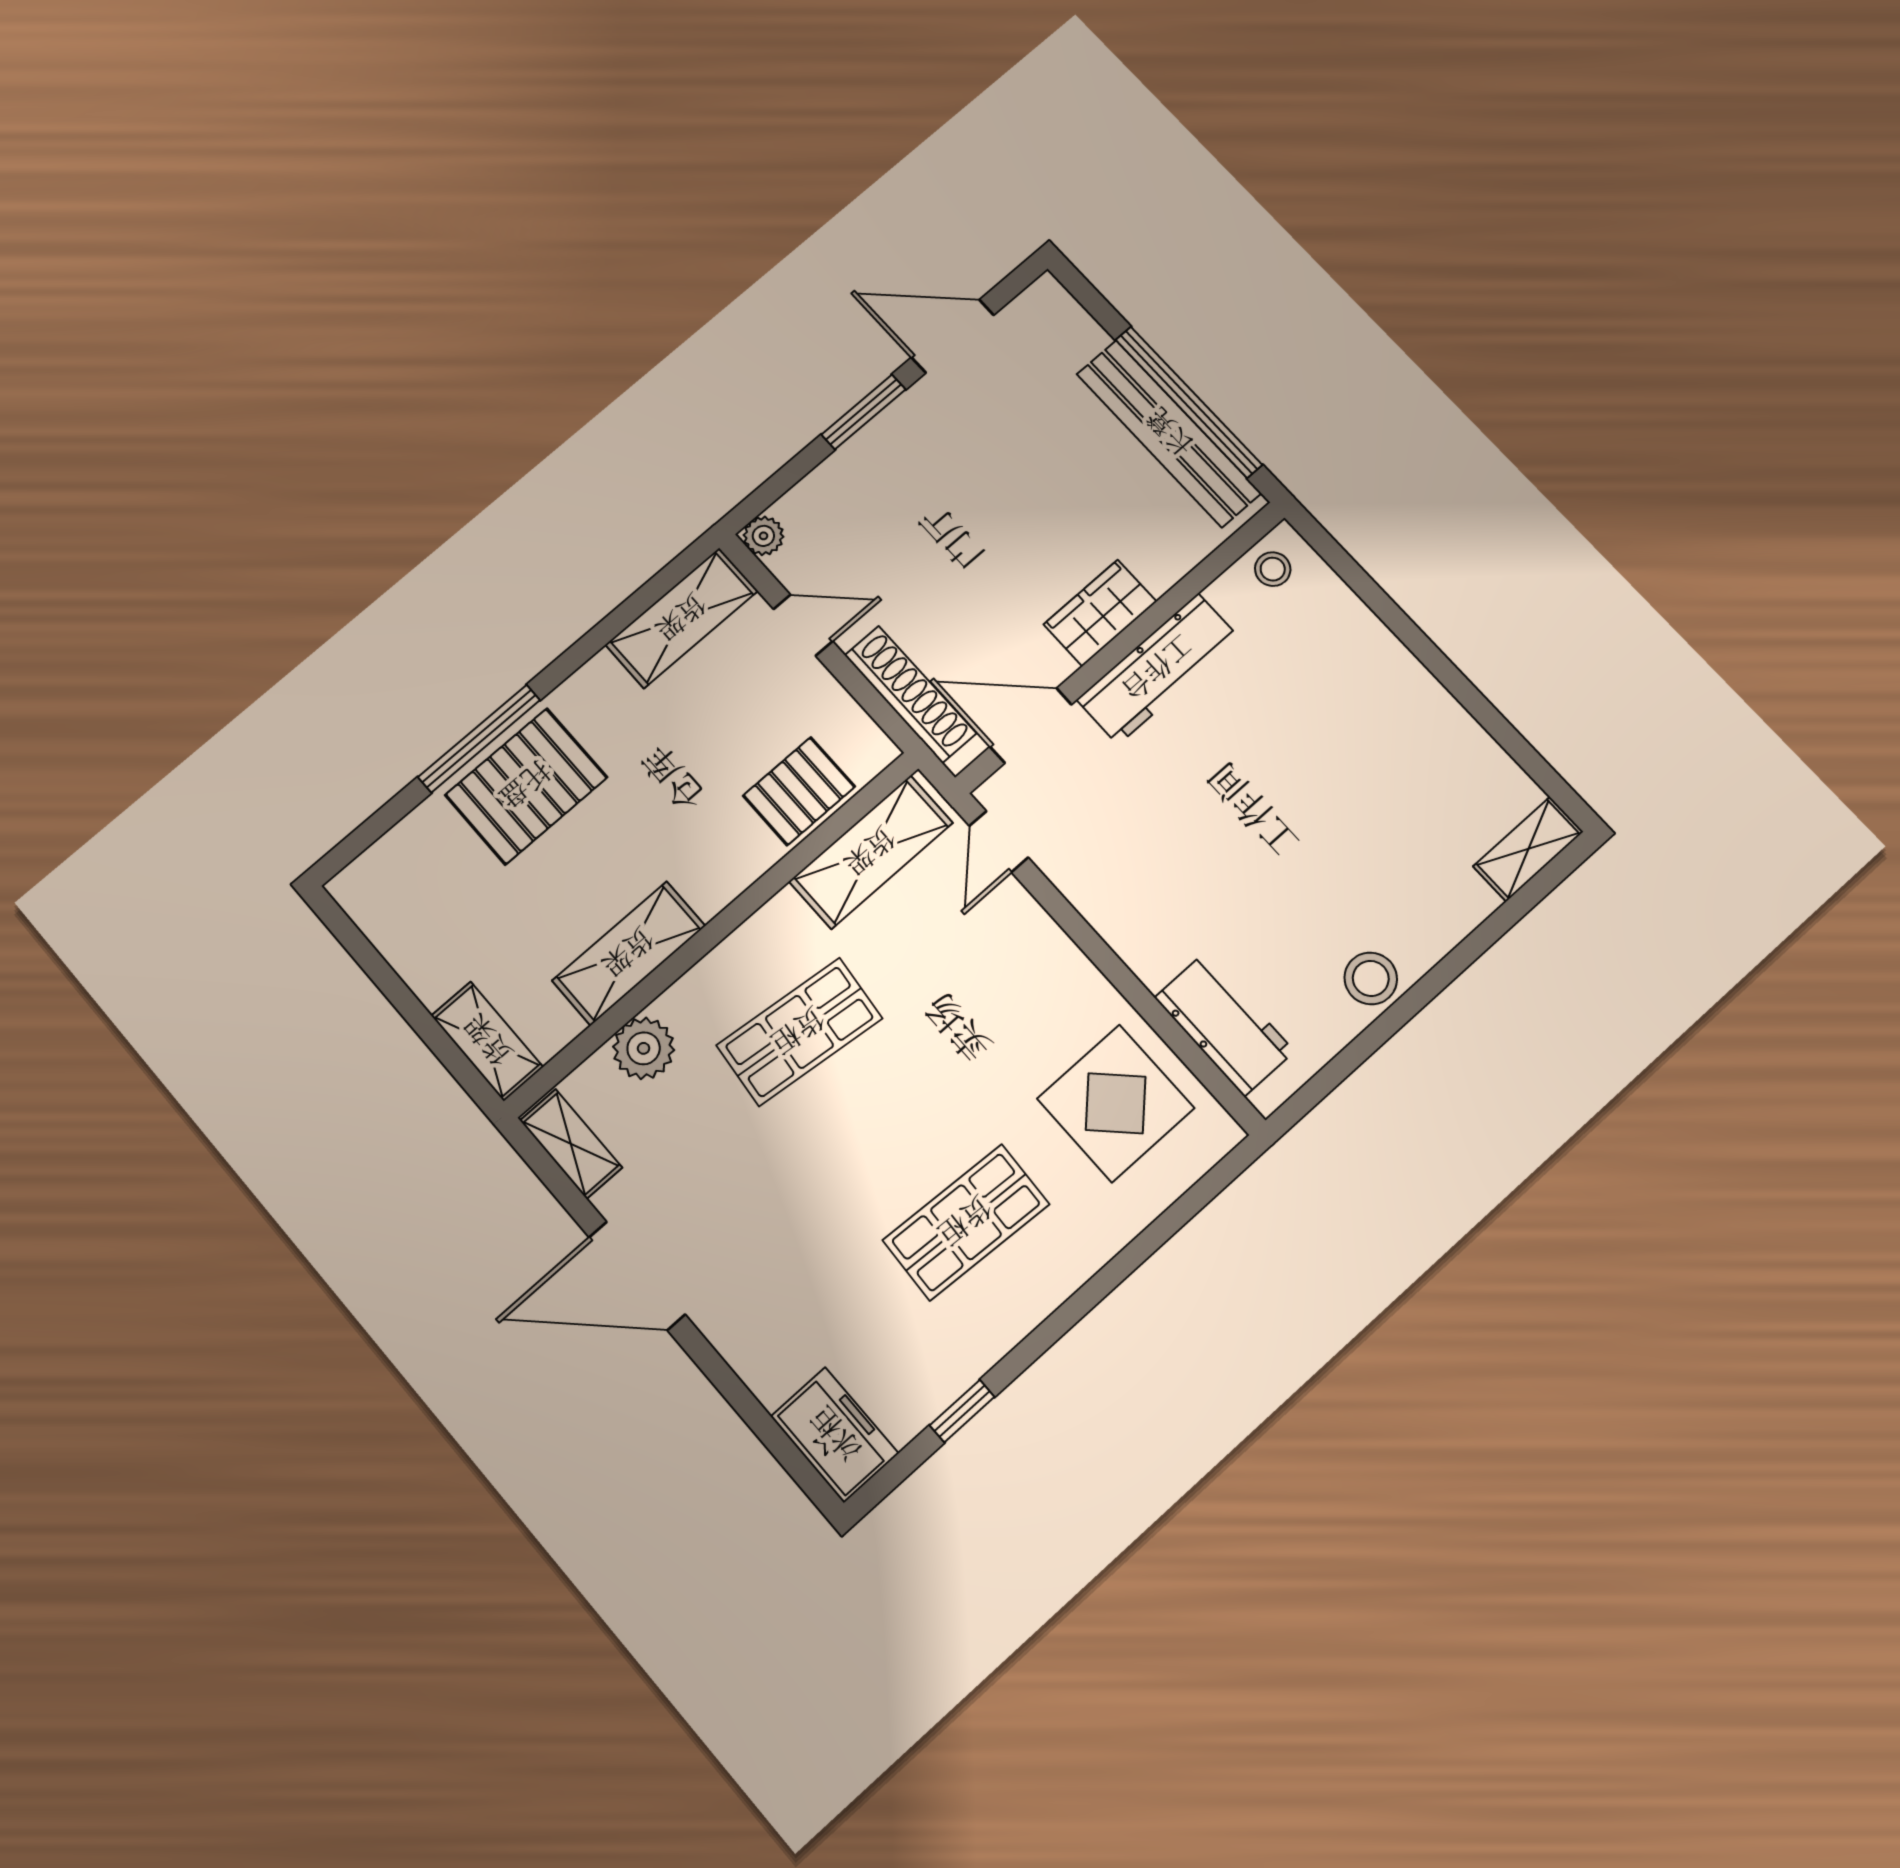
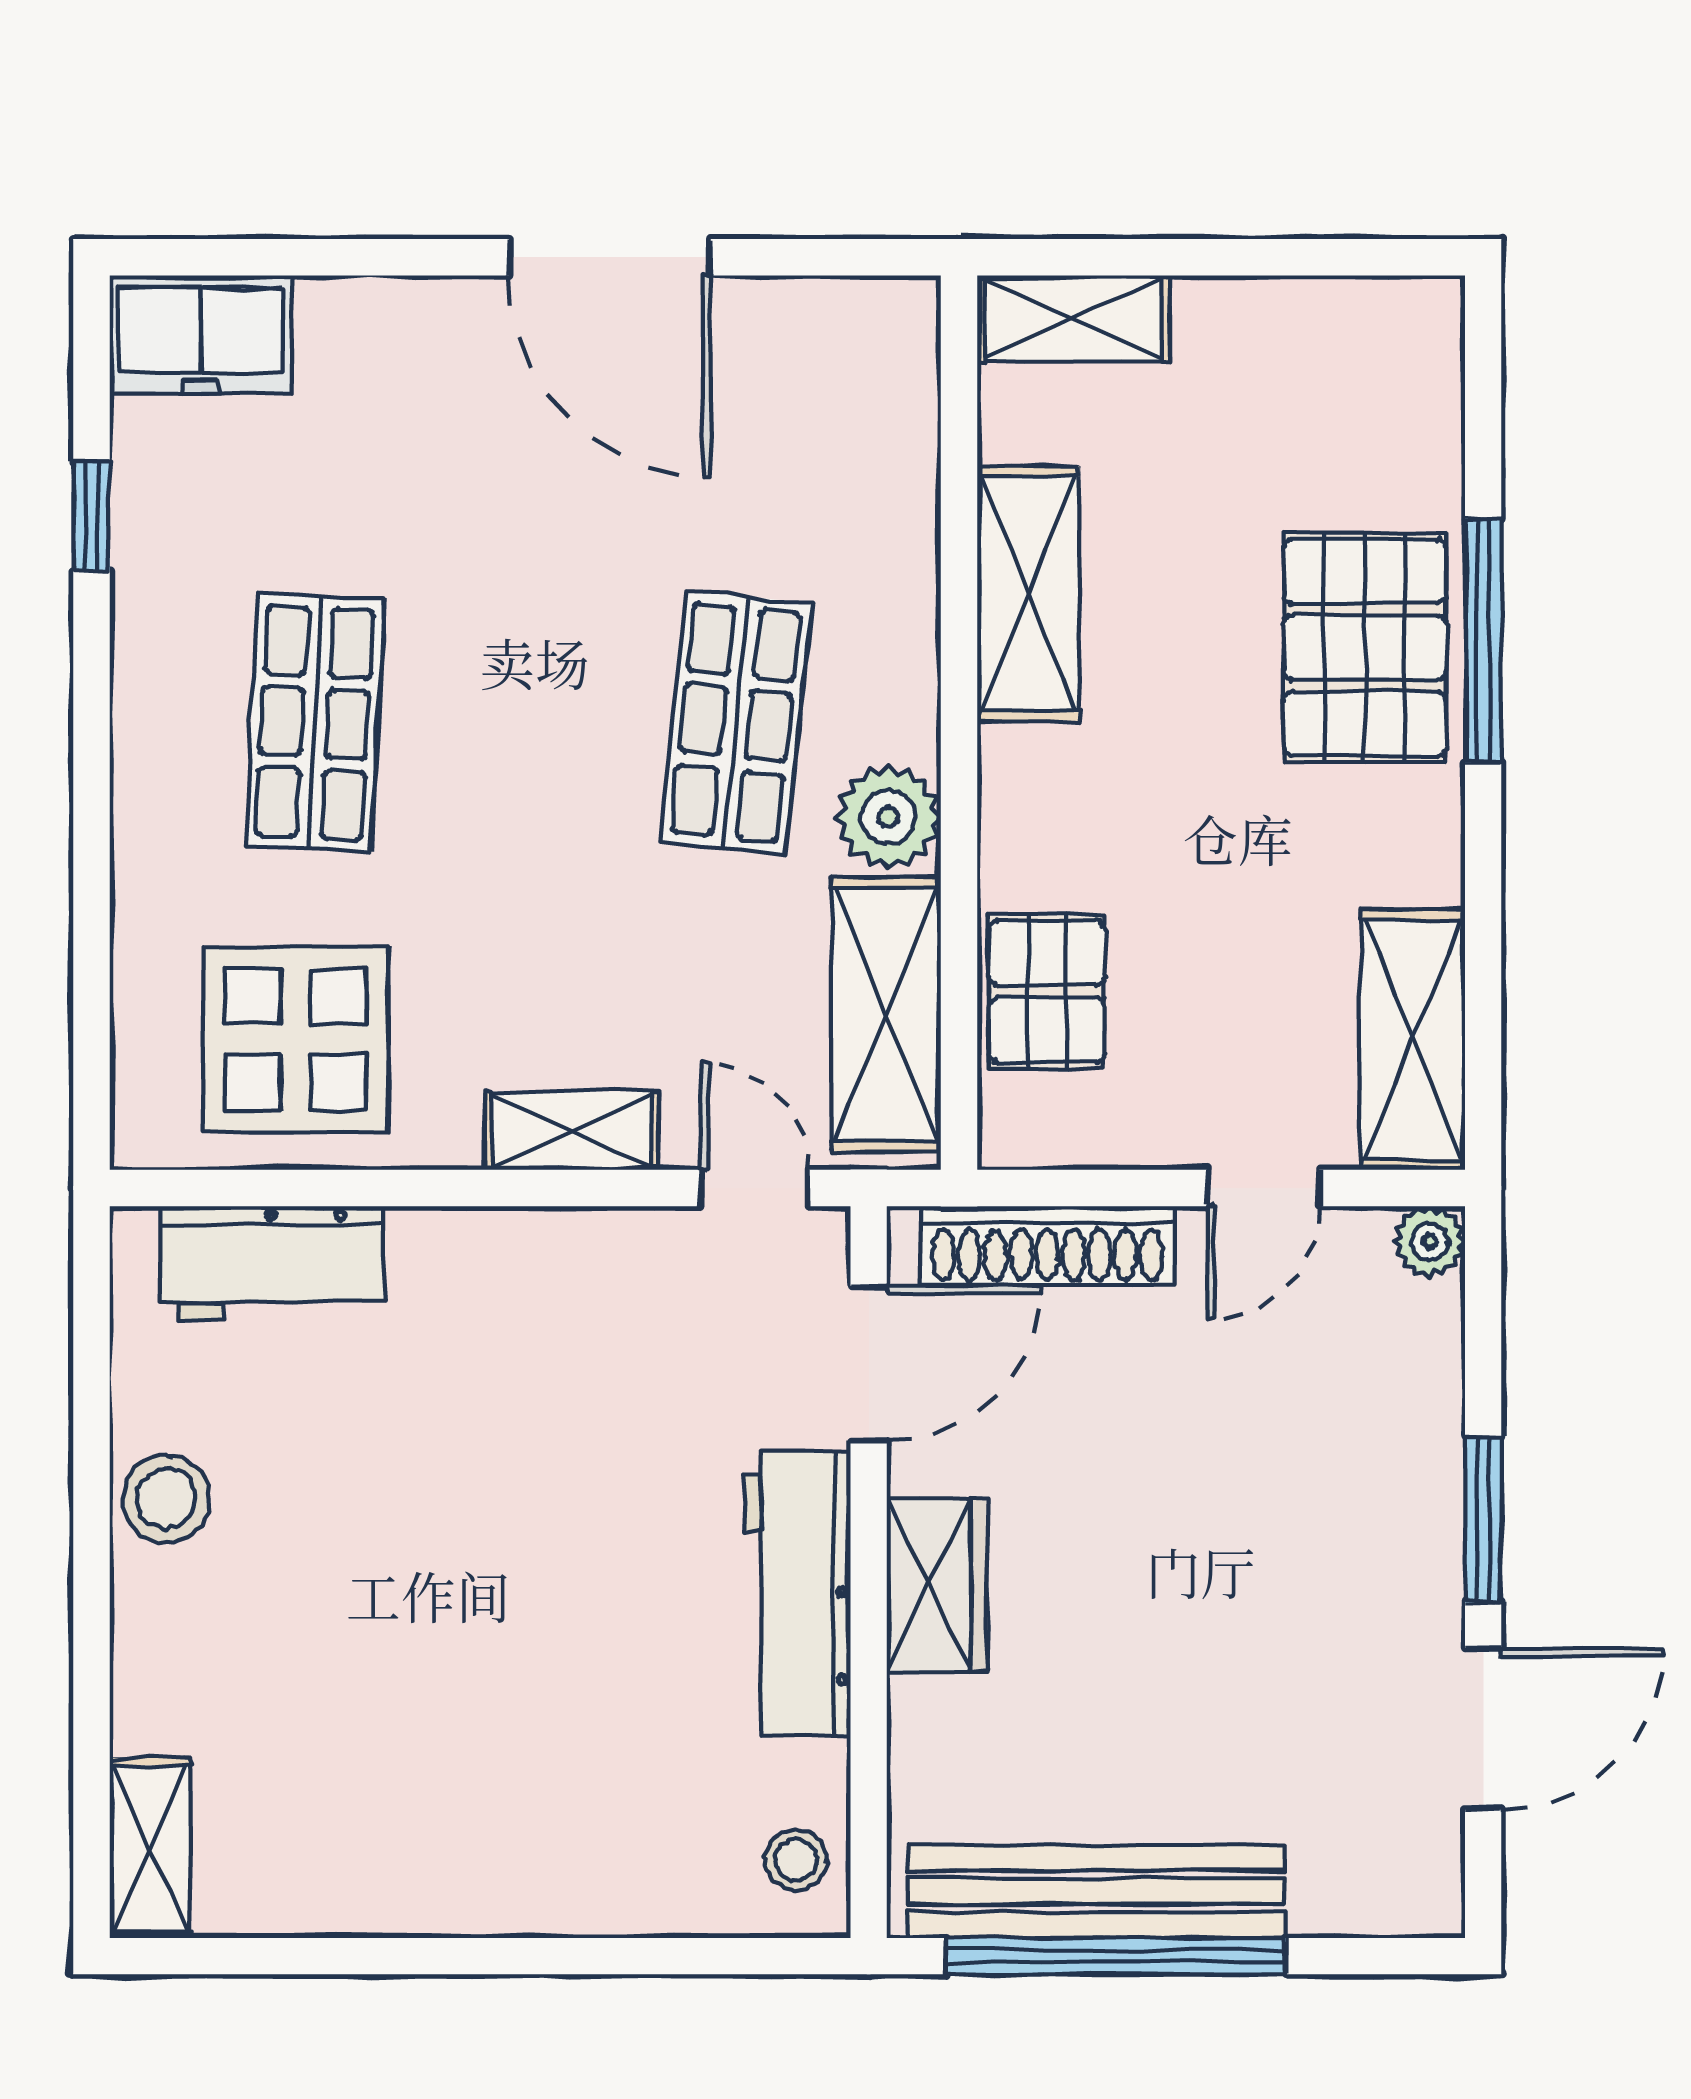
plant: (644, 1048) -> (889, 817), moved
shelving: (571, 1144) -> (572, 1131), moved
door: (637, 1276) -> (610, 257), swing flipped

